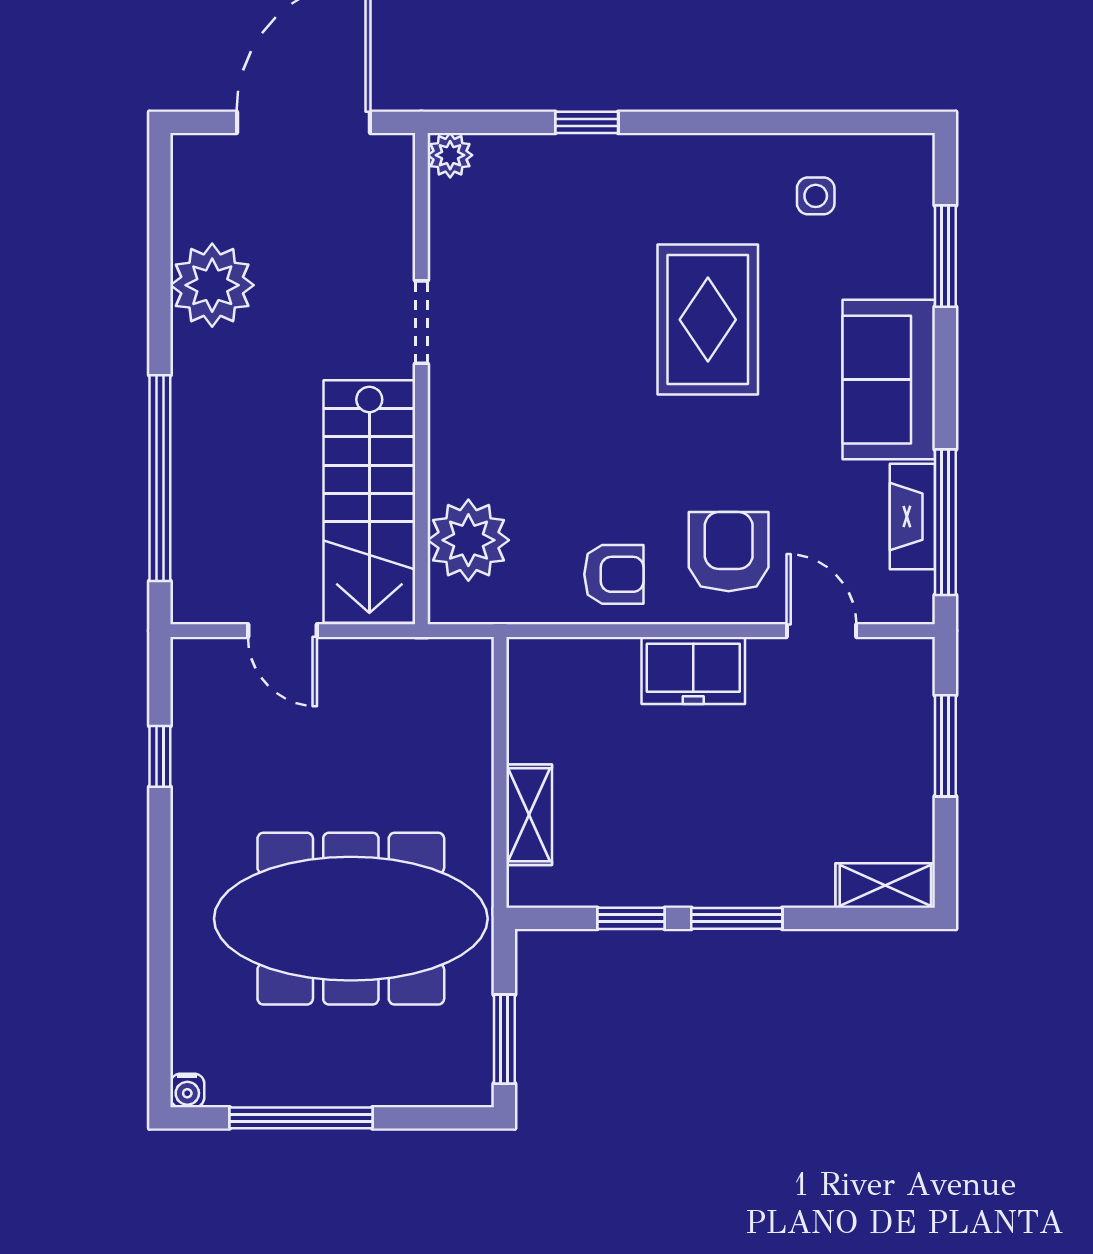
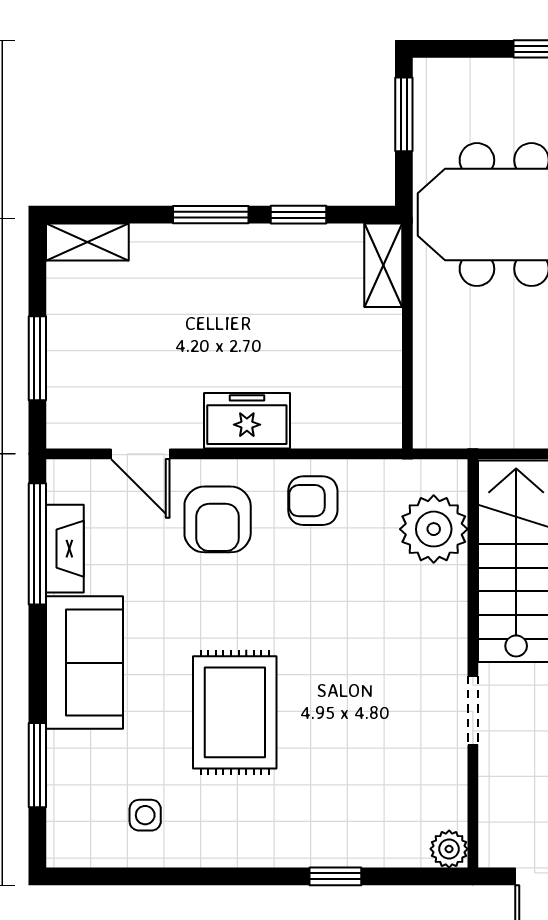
shelving: (529, 815) -> (383, 265), moved

